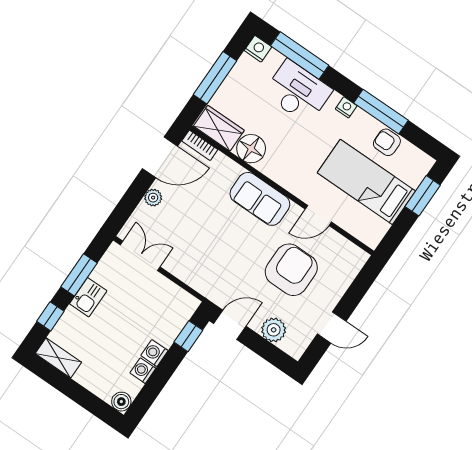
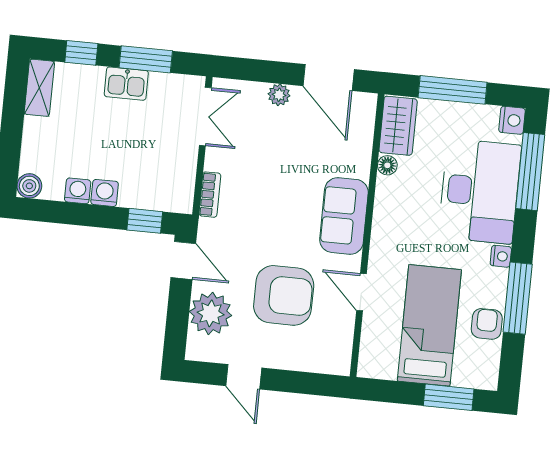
desk: (298, 92) -> (480, 191), width x1.36, depth x1.30
bookcase: (200, 145) -> (210, 195), moved, turned 180
floor lamp: (251, 149) -> (387, 165), width x0.53, depth x0.53
plant: (274, 330) -> (211, 313), width x1.36, depth x1.36

